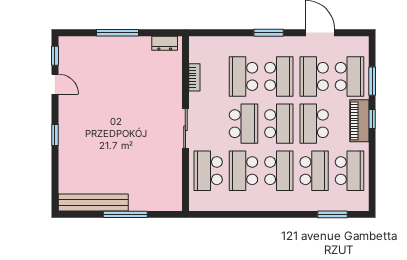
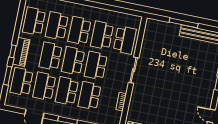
school desk: (243, 76) -> (90, 96), turned 180
school desk: (314, 76) -> (44, 86), turned 180
school desk: (314, 124) -> (50, 56), turned 180
school desk: (243, 171) -> (102, 35), turned 180

